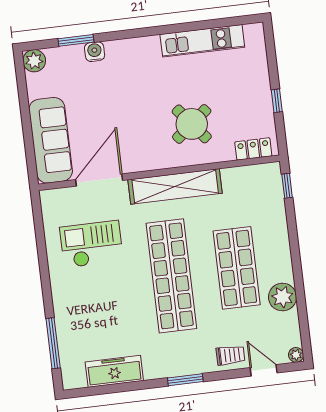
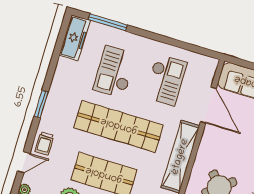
checkout: (108, 309) -> (115, 72), added
freezer: (114, 371) -> (75, 38), moved

